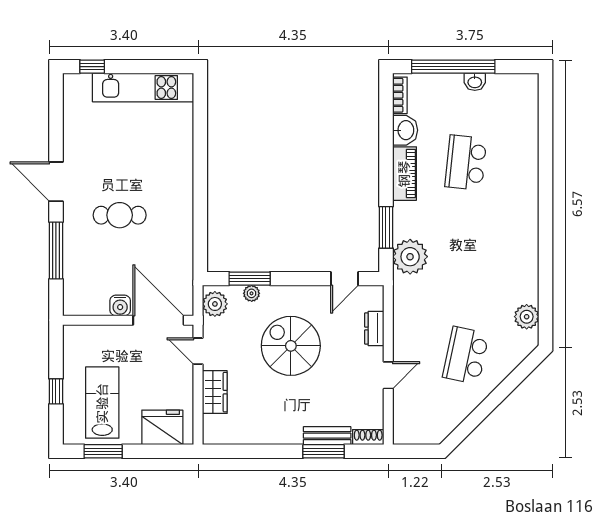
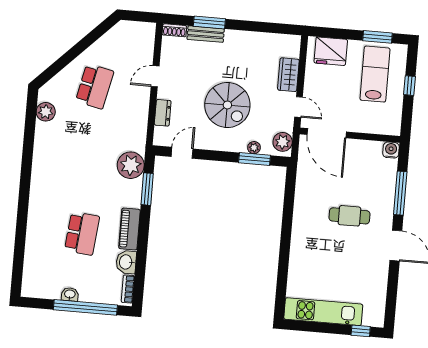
water cooler: (120, 305) -> (391, 150), moved
lab bench: (102, 403) -> (375, 74), turned 180

